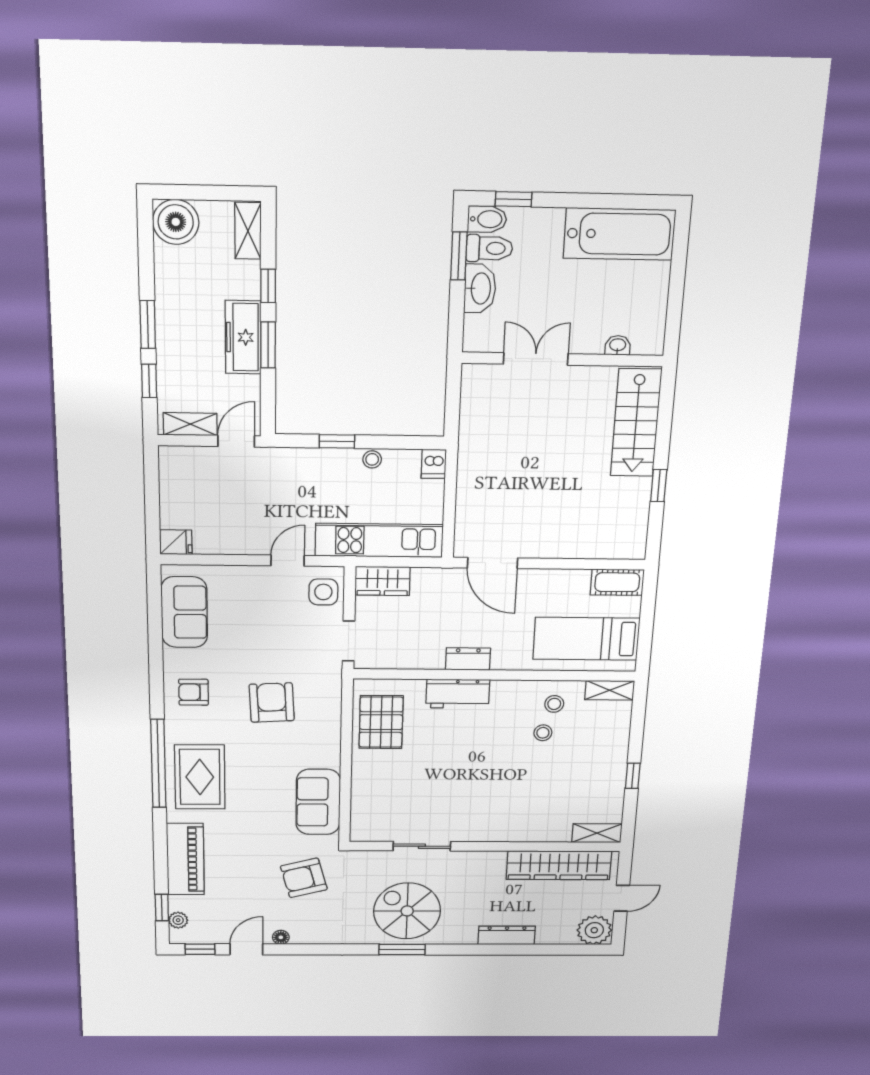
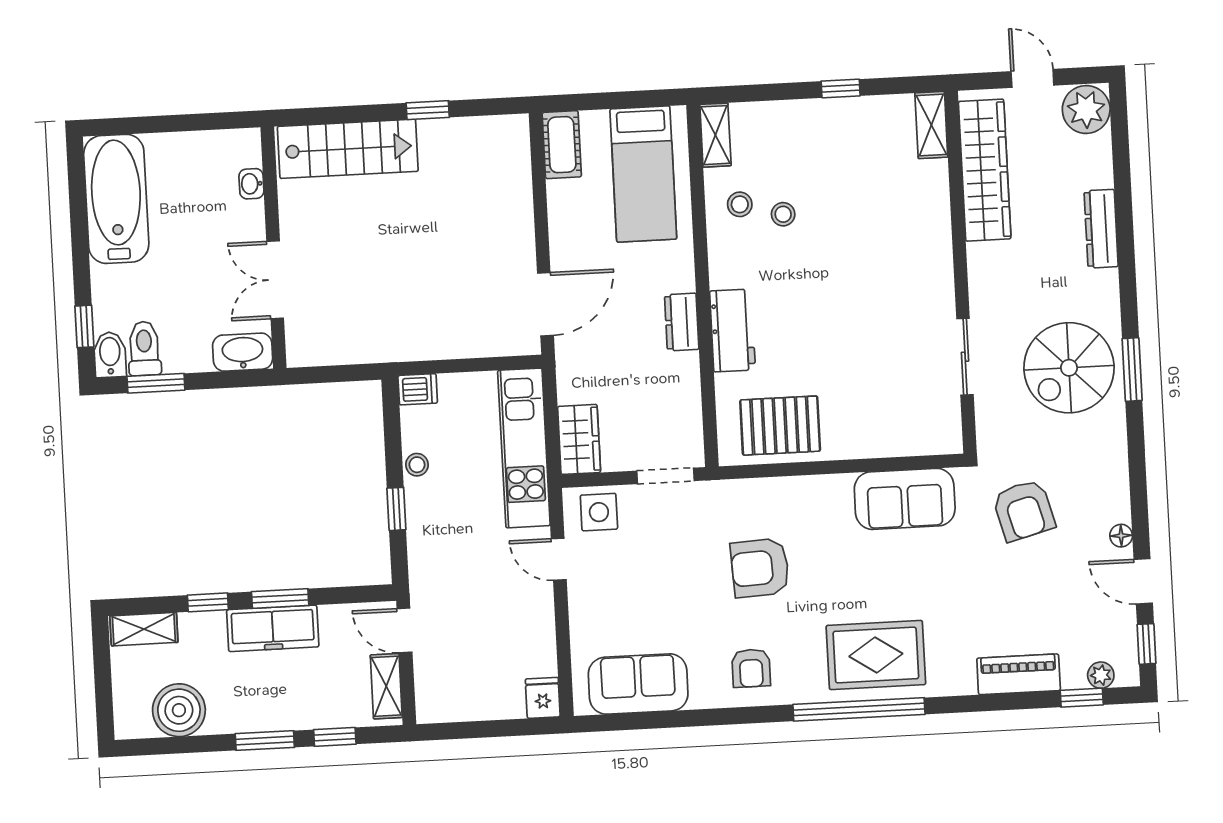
boiler: (176, 222) -> (179, 710), moved
washbasin: (480, 288) -> (243, 352), moved
piano: (185, 859) -> (1019, 674), width x0.73, depth x0.75

